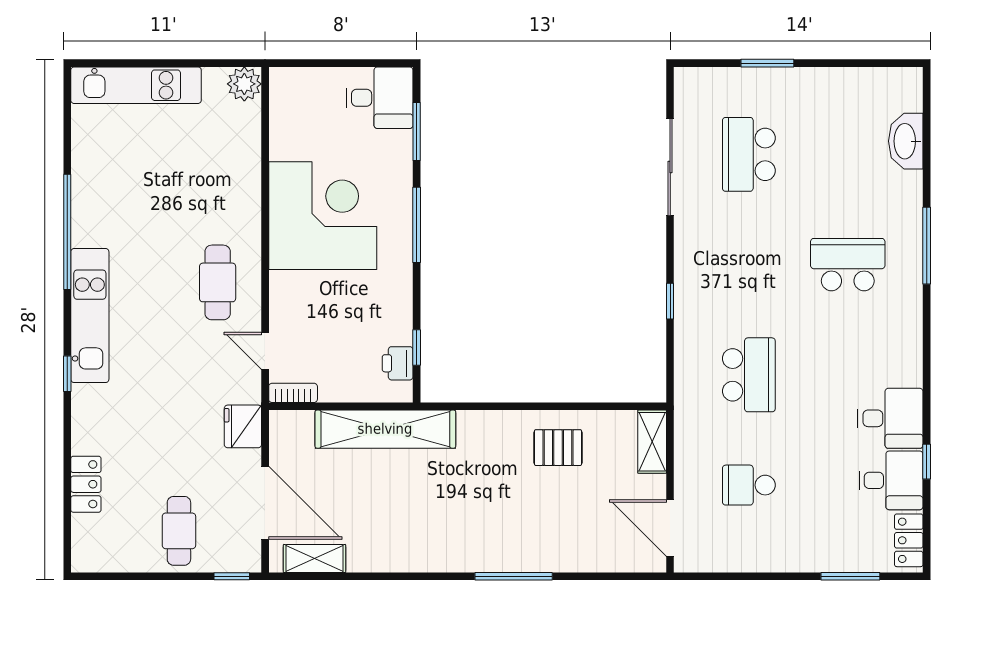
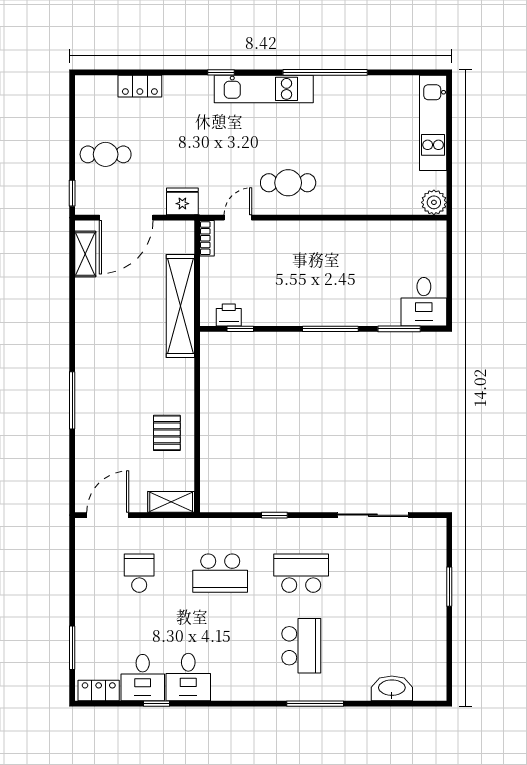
school desk: (749, 154) -> (301, 573), moved
corner desk: (323, 216) -> (337, 260), removed

